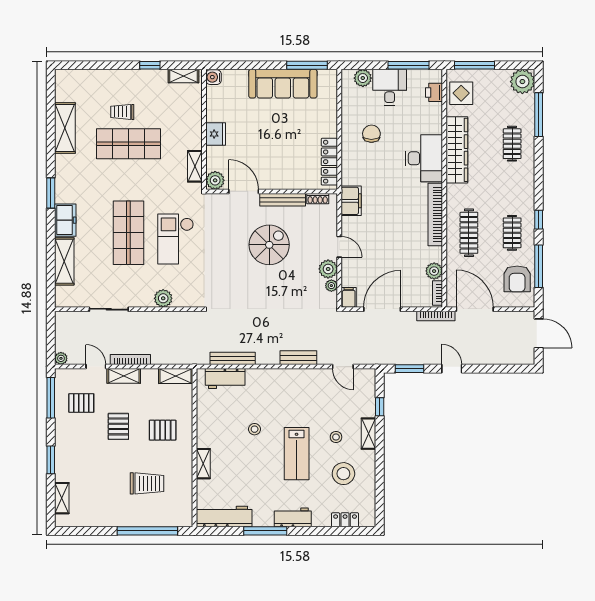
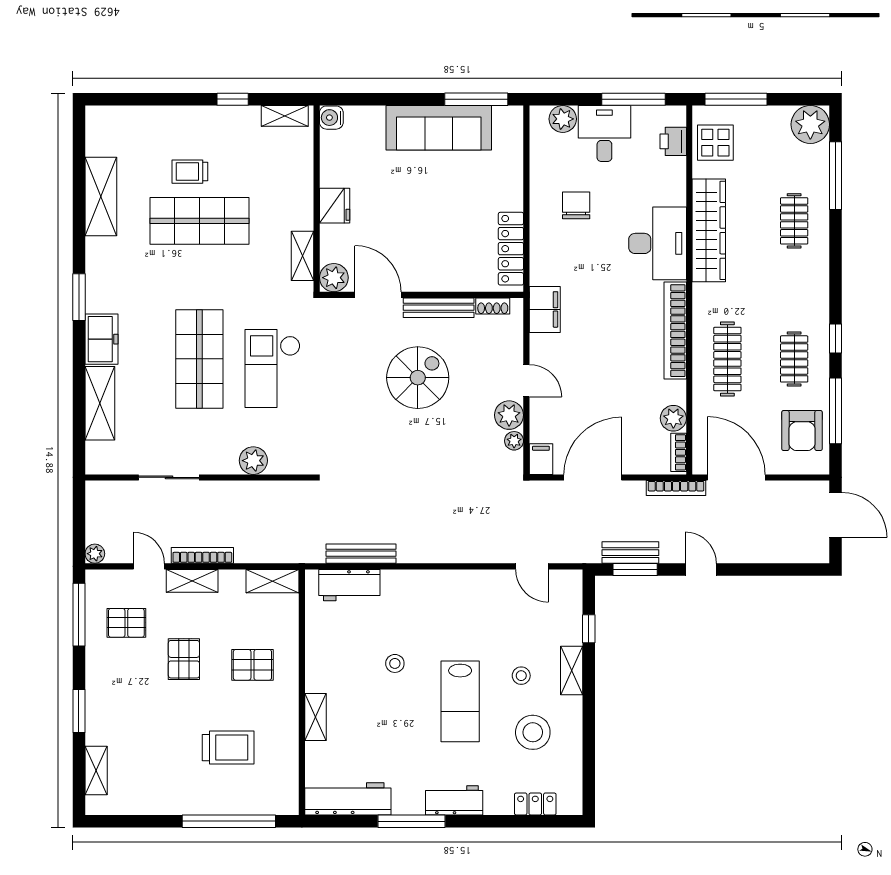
bench: (298, 358) -> (630, 553), moved

